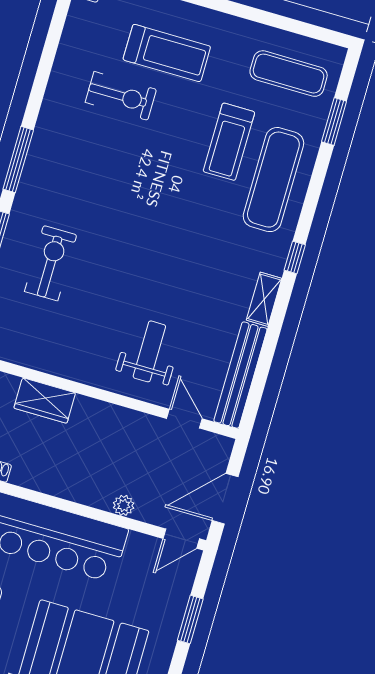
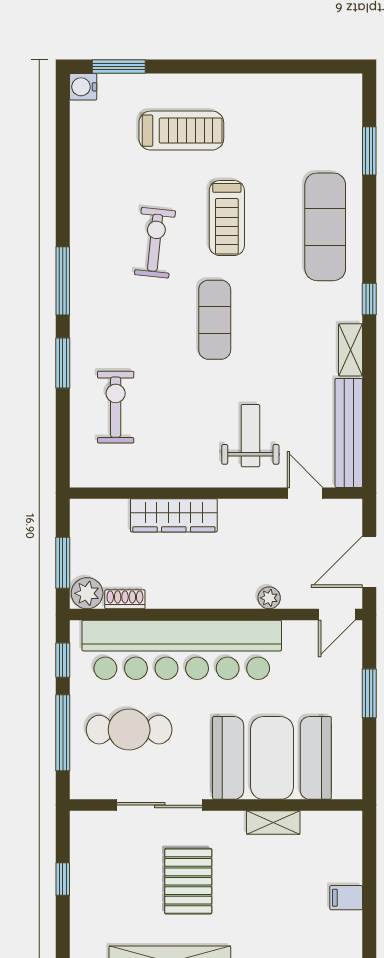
exercise mat: (289, 74) -> (215, 320), moved, turned 90
exercise bike: (121, 96) -> (155, 243), moved, turned -84
treadmill: (229, 142) -> (227, 218), moved
exercise bike: (51, 263) -> (116, 407), moved
wardrobe: (45, 401) -> (174, 515), width x1.50

